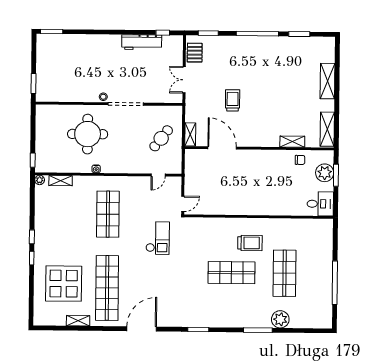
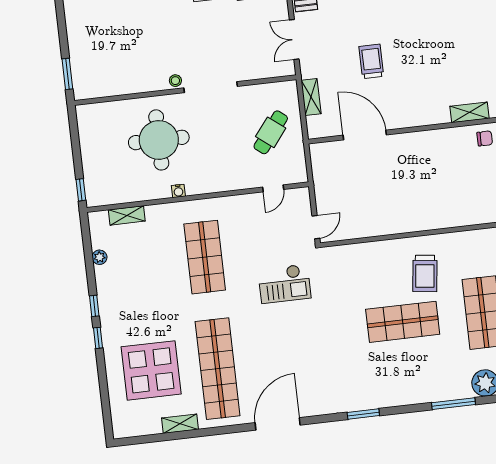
shelving: (190, 134) -> (311, 97), moved
plant: (40, 180) -> (100, 257), moved
checkout: (158, 238) -> (284, 284), turned 90
trolley: (250, 243) -> (425, 273), turned 97

